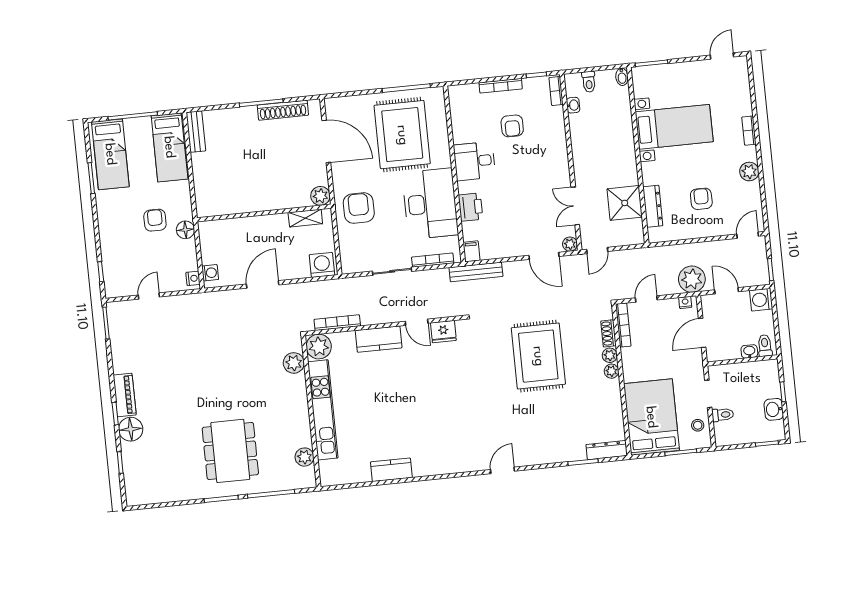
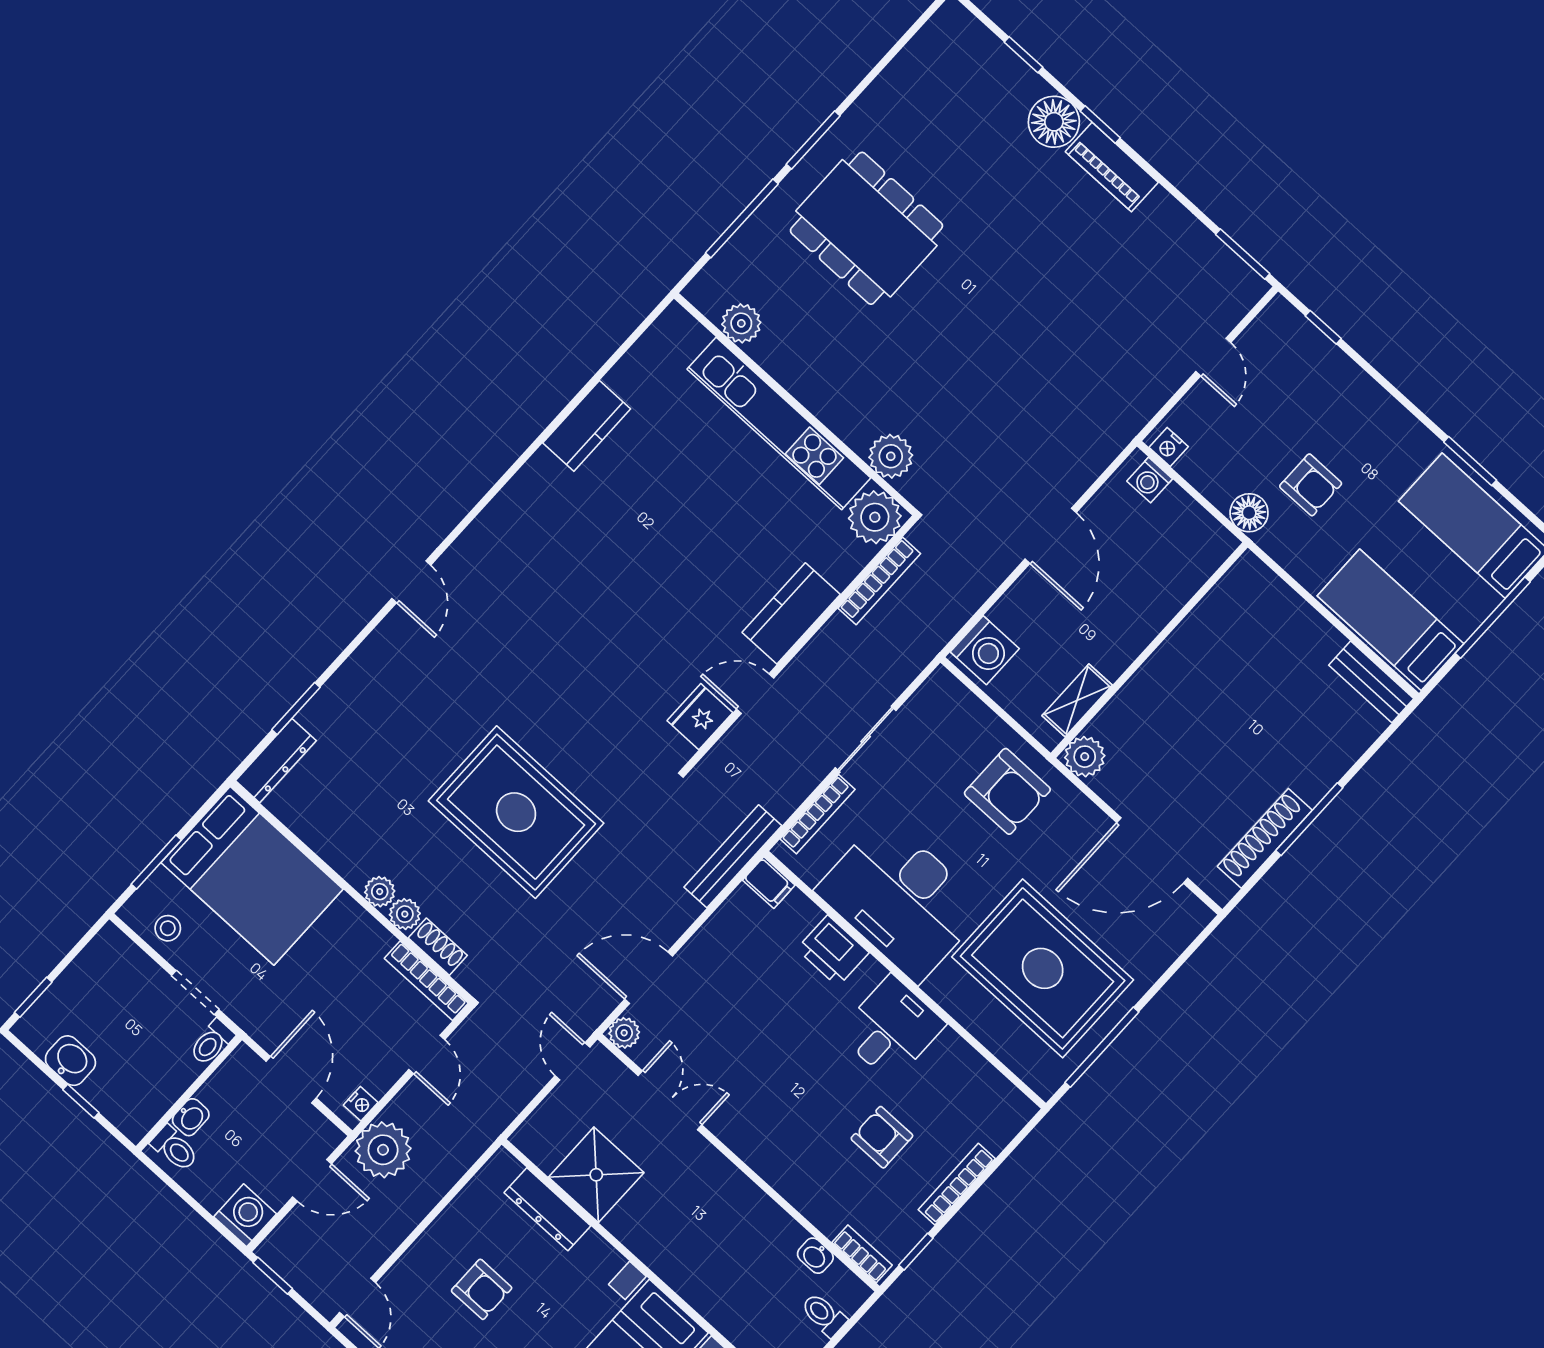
toilet: (723, 415) -> (212, 1042), moved

